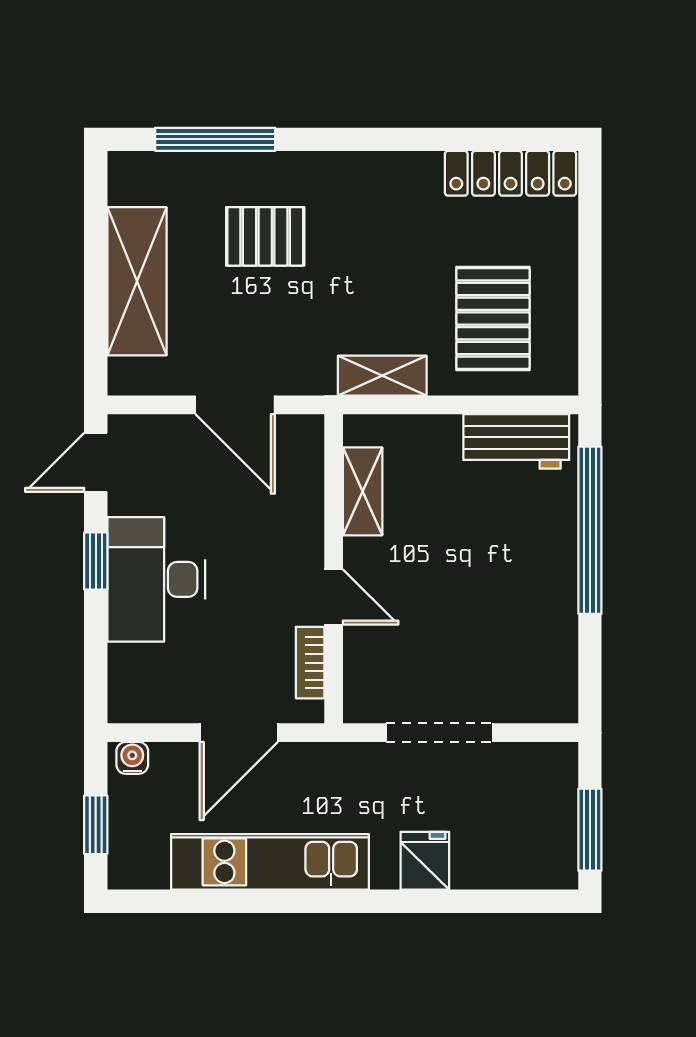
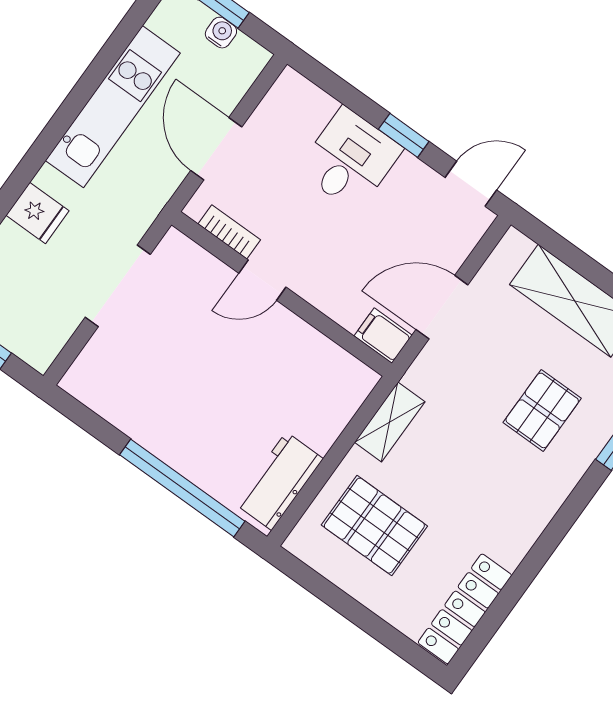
filing cabinet: (303, 442) -> (383, 336), added
door: (96, 462) -> (471, 184), hinge flipped
shelving: (363, 491) -> (320, 352), removed
desk: (156, 579) -> (350, 159), width x0.73
water cooler: (132, 758) -> (221, 33), moved, turned -90

